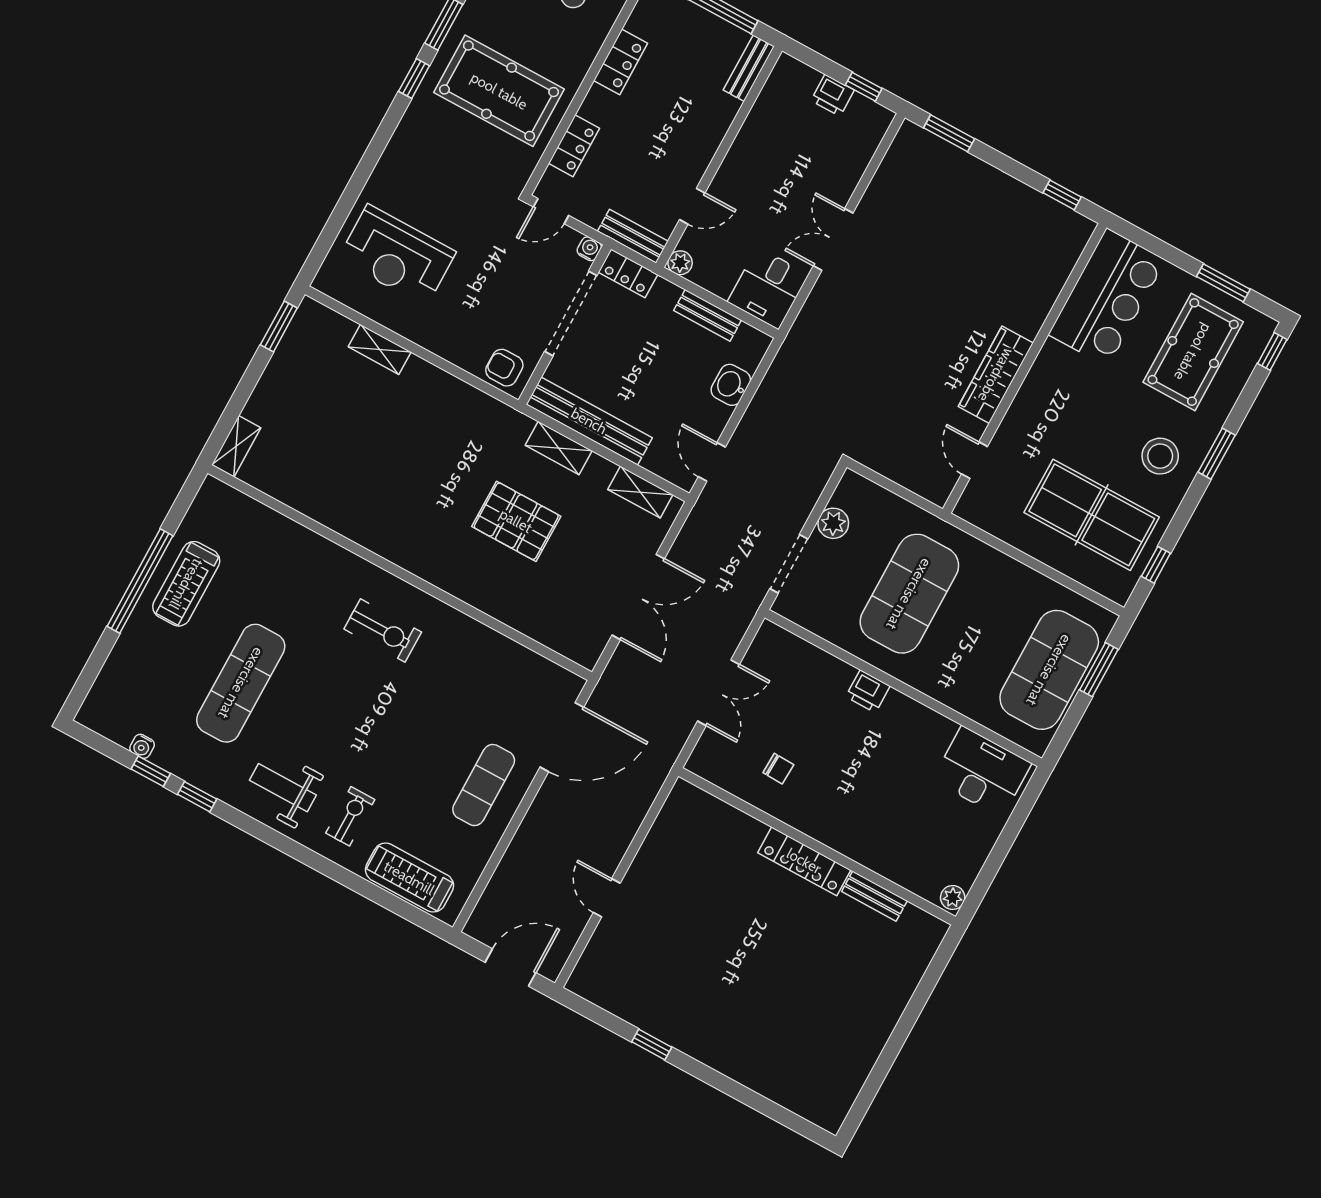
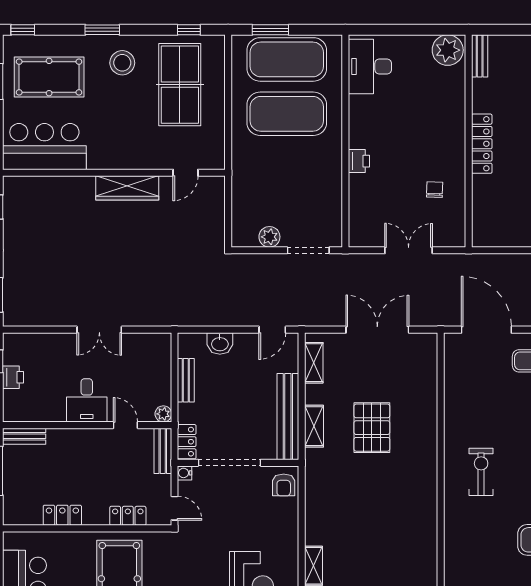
desk: (768, 288) -> (87, 400), moved, turned 90
exercise mat: (909, 594) -> (287, 114), moved
bench: (874, 896) -> (480, 56), moved
plant: (953, 897) -> (448, 50), width x1.87, depth x1.87

